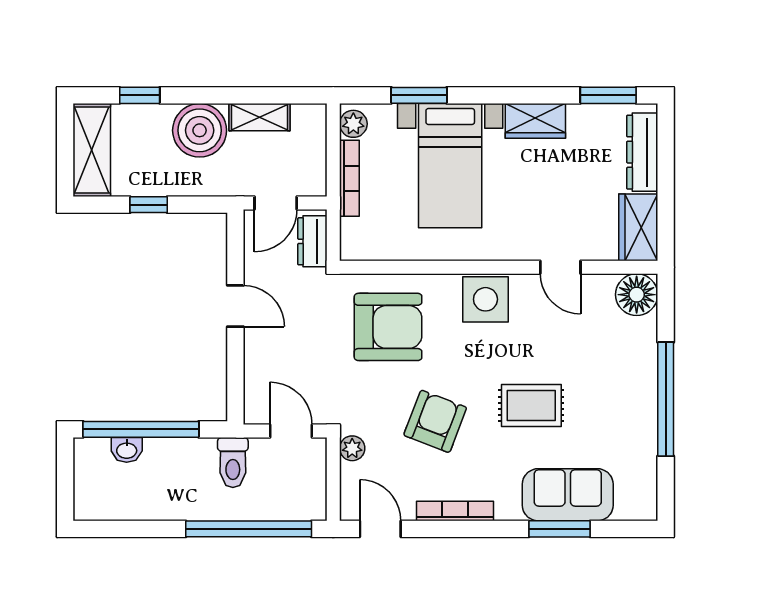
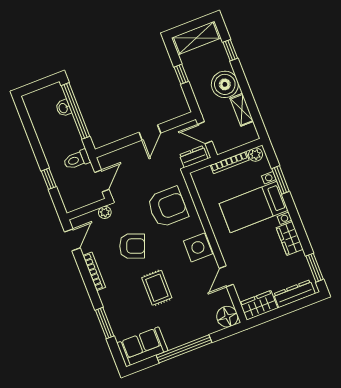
armchair: (388, 327) -> (168, 207), turned -90
sofa: (568, 495) -> (142, 347), moved, turned -90
window: (249, 529) -> (49, 179), width x0.32

